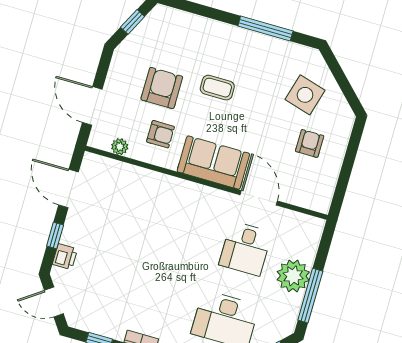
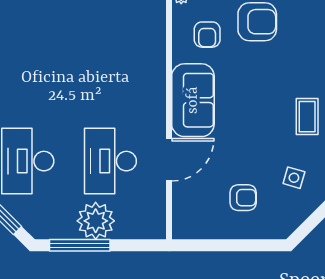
coffee table: (217, 88) -> (307, 117), moved
side table: (305, 95) -> (294, 178), width x0.54, depth x0.54
desk: (245, 249) -> (110, 161), width x1.37

